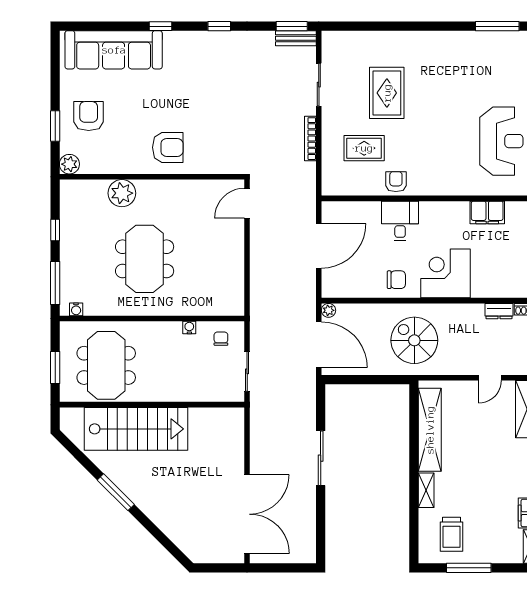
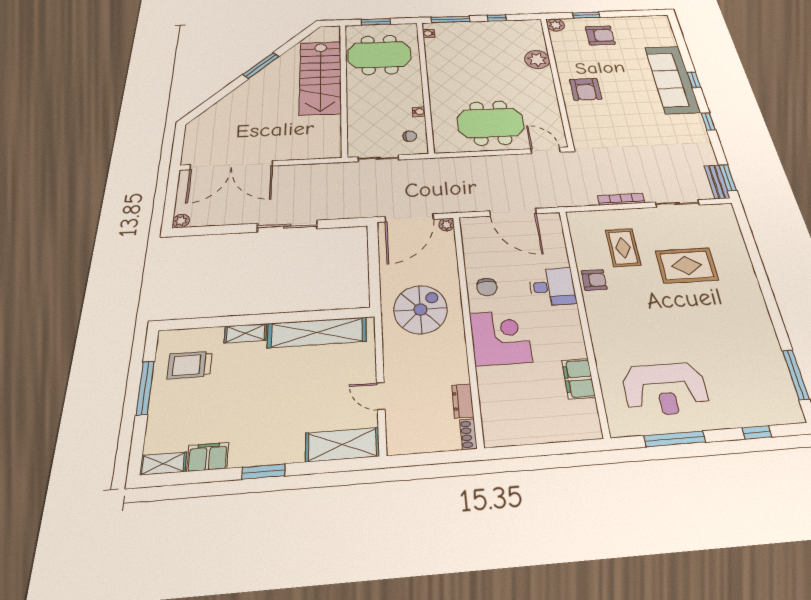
sofa: (114, 50) -> (672, 79), moved
meeting table: (145, 259) -> (491, 123), moved
plant: (309, 556) -> (181, 221), added

